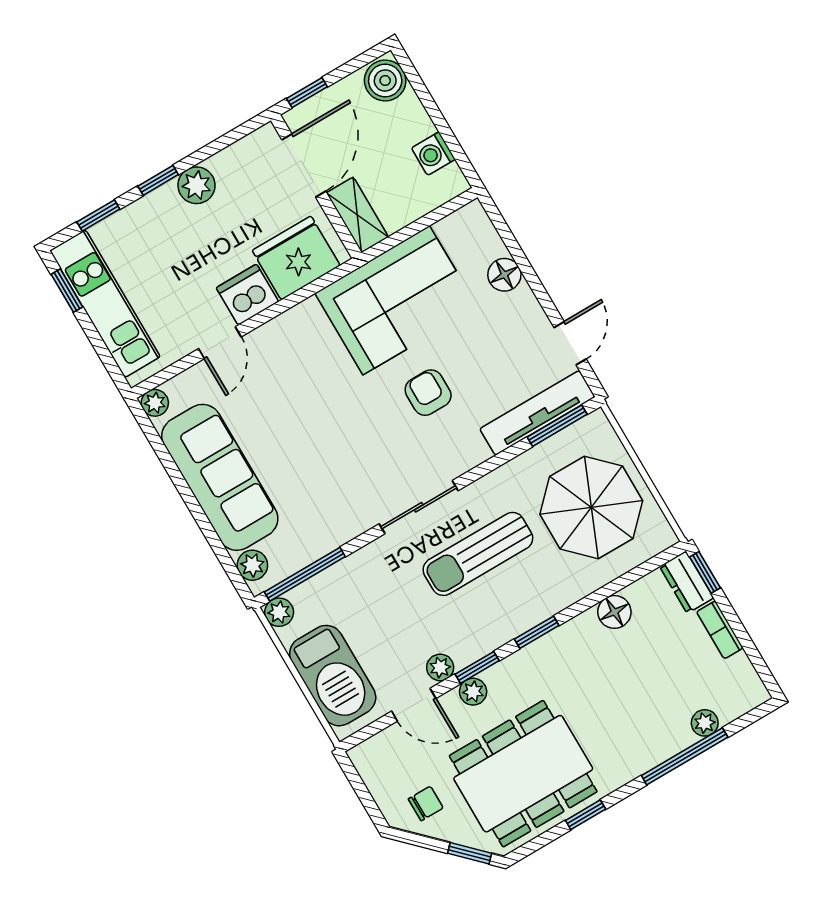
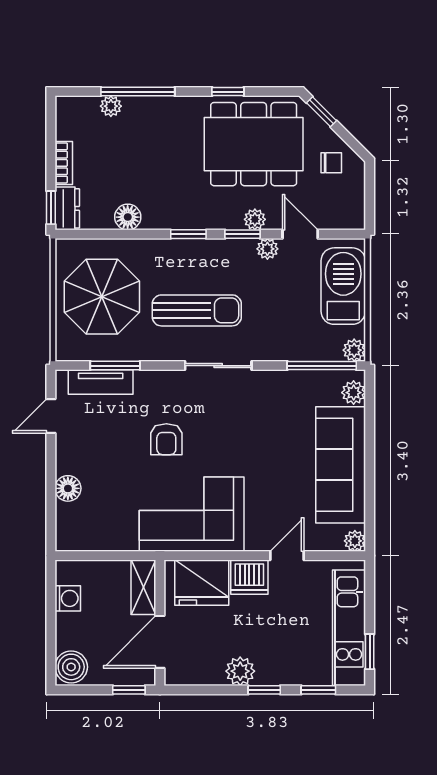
corner sofa: (396, 300) -> (192, 514), moved
tv unit: (537, 413) -> (101, 382), width x0.71
window: (557, 426) -> (115, 366), moved
chair: (426, 803) -> (331, 163), turned 180

